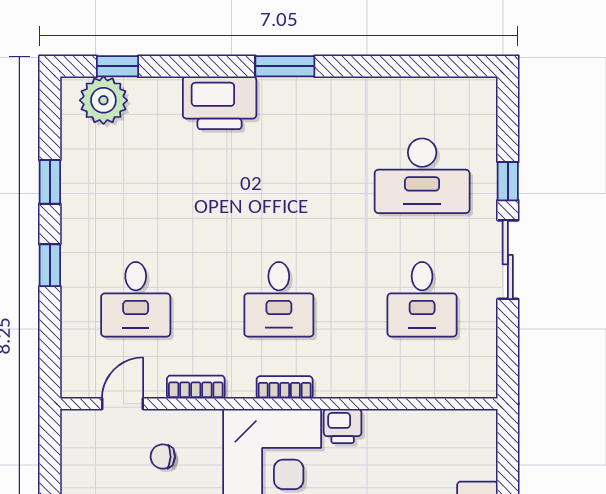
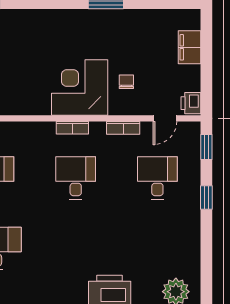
window: (50, 182) -> (206, 147), moved
printer: (343, 426) -> (191, 103), moved, turned -90
chair: (163, 457) -> (126, 82), moved, turned -92

